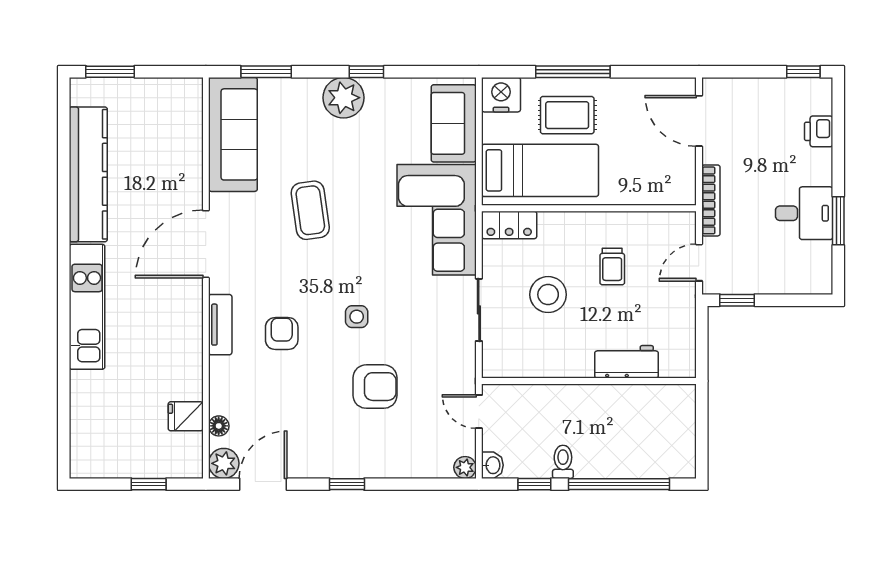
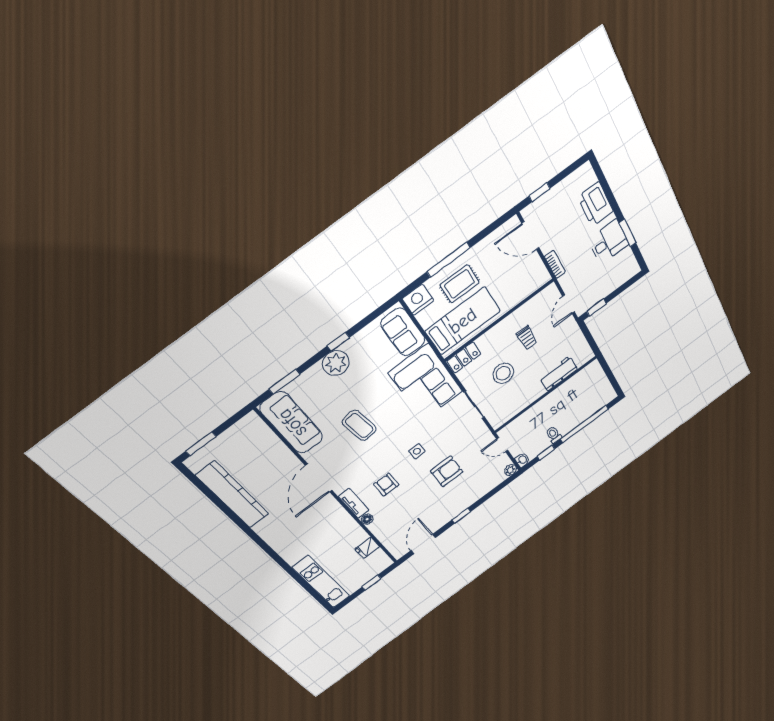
window: (803, 72) -> (539, 192), moved
printer: (819, 131) -> (596, 204), width x1.87, depth x1.48
bookcase: (711, 200) -> (555, 264), width x0.64
kitchen unit: (87, 307) -> (321, 582), moved
floor lamp: (219, 426) -> (367, 519), moved
plant: (224, 463) -> (399, 550), removed

